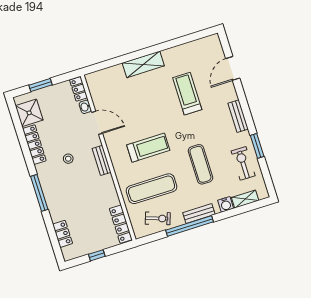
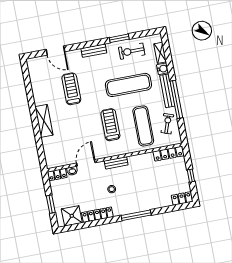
treadmill: (187, 94) -> (71, 89), turned 90
exercise mat: (200, 164) -> (128, 85), width x1.36, depth x1.45
bench: (199, 213) -> (167, 91), width x1.36
locker: (63, 234) -> (182, 199), moved

